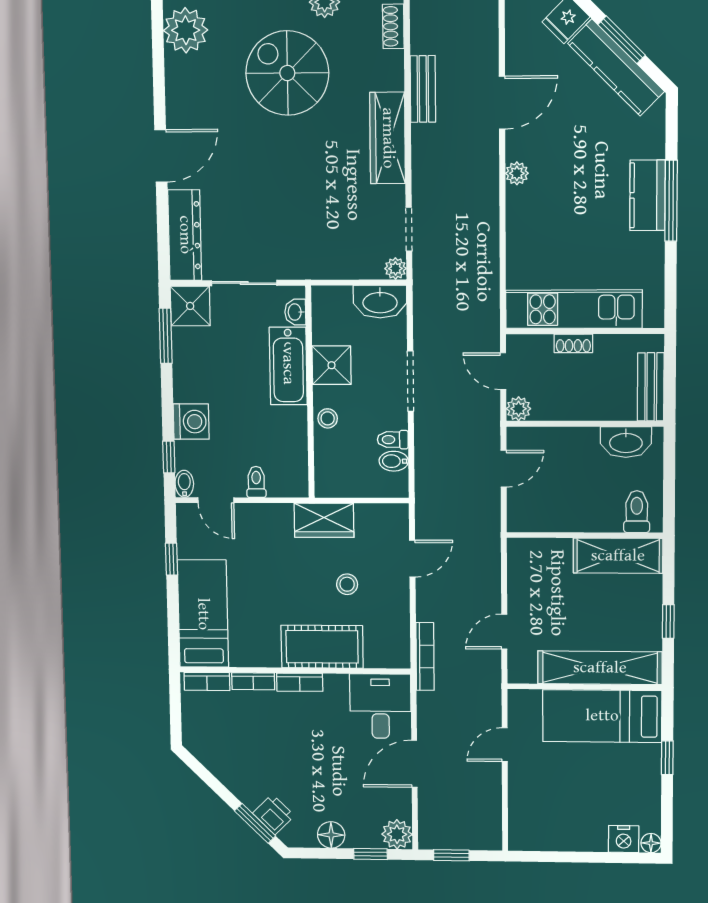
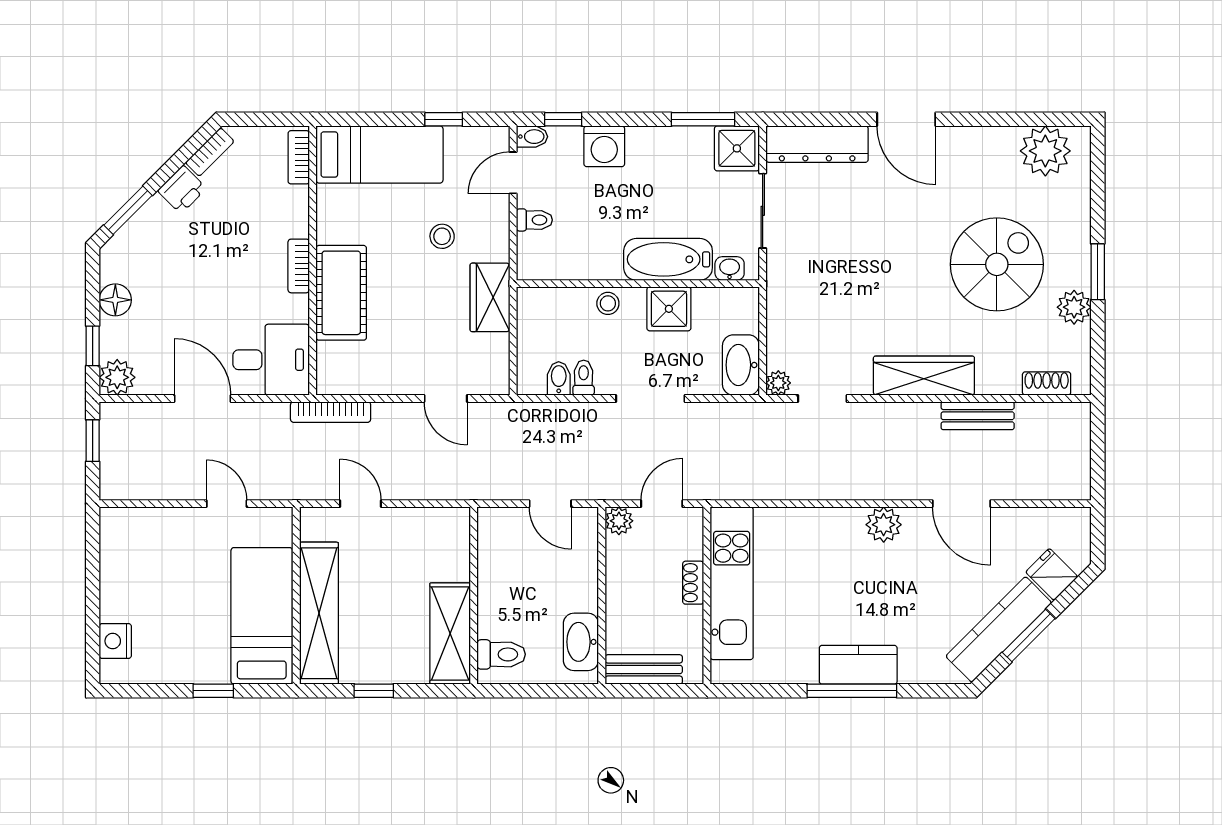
plant: (517, 173) -> (884, 525), width x1.38, depth x1.38
stool: (347, 584) -> (442, 236), moved
bookcase: (253, 681) -> (210, 152), moved, turned -135
printer: (274, 814) -> (182, 189), moved
floor lamp: (651, 843) -> (111, 673), removed

